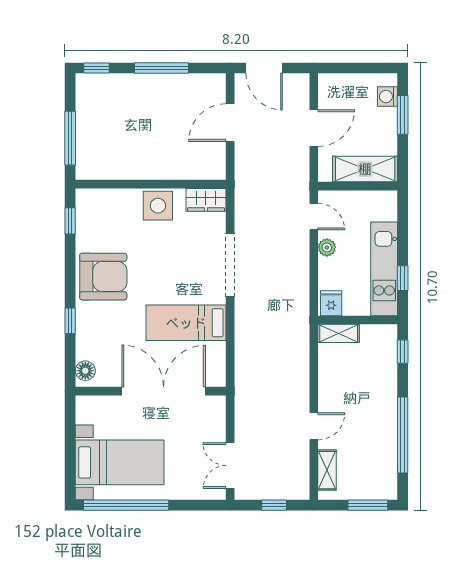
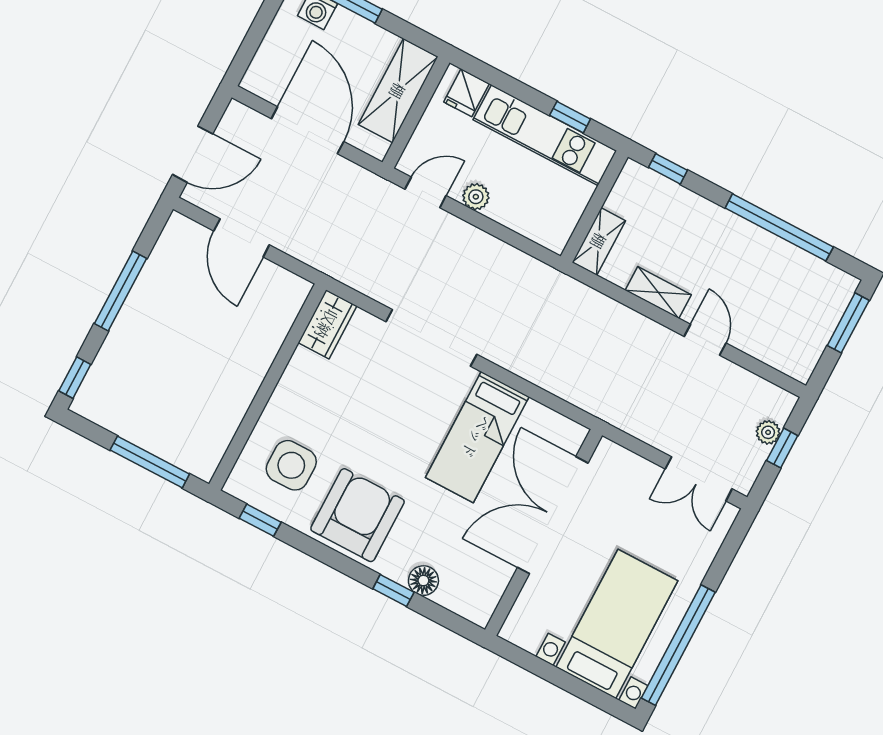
door: (314, 128) -> (308, 130), width x1.36
side table: (158, 206) -> (291, 465), moved
fridge: (331, 303) -> (466, 93), moved, turned -90
floor lamp: (85, 371) -> (423, 581), moved
shelving: (327, 470) -> (658, 293), moved
plant: (279, 492) -> (768, 432), added

